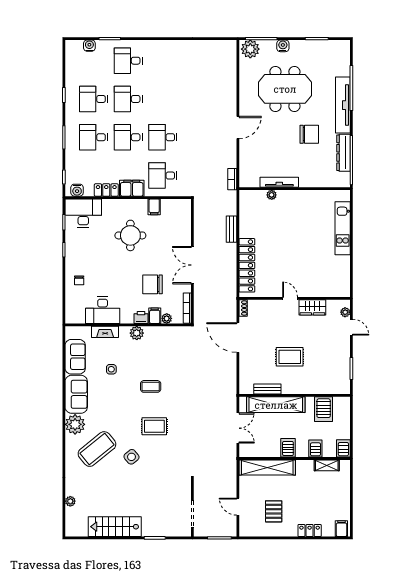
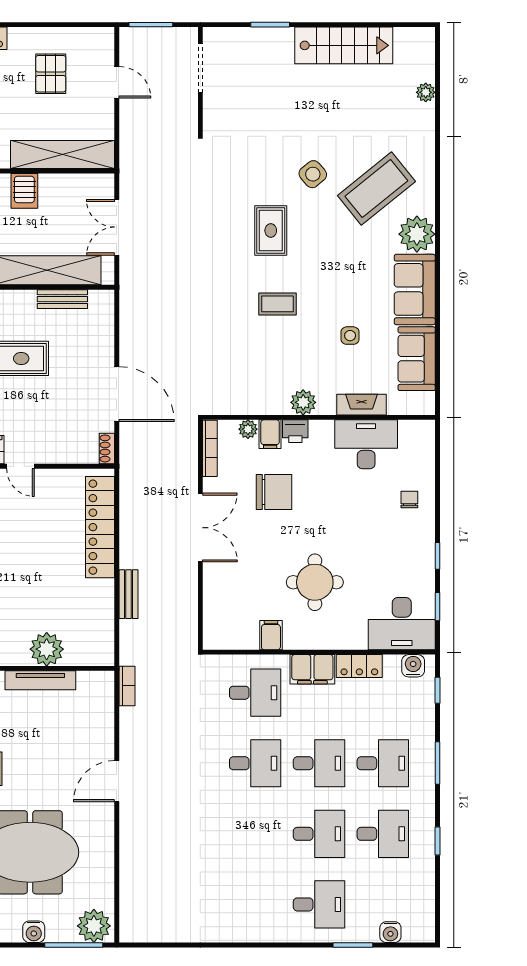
plant: (272, 195) -> (47, 649), width x1.88, depth x1.88
rug: (154, 426) -> (271, 231), turned 90

